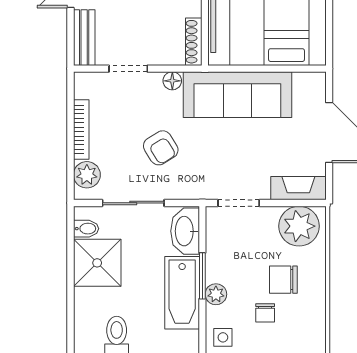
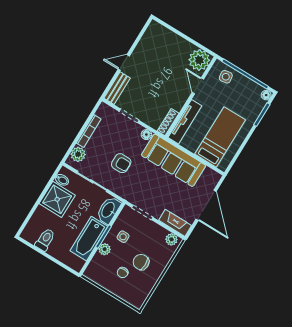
armchair: (161, 148) -> (121, 163), turned -58
plant: (299, 226) -> (171, 239), width x0.53, depth x0.53
side table: (223, 337) -> (123, 237), moved

